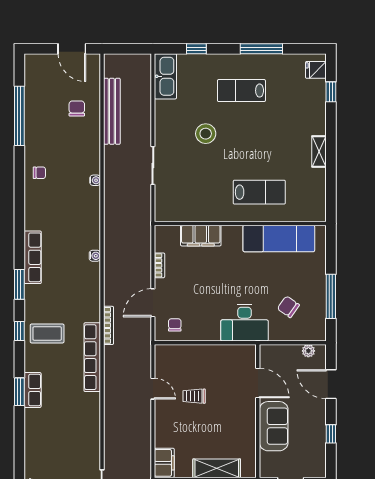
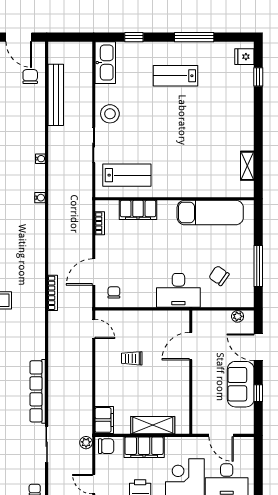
chair: (77, 108) -> (30, 77), moved
stool: (206, 134) -> (110, 114), moved
shelving: (319, 151) -> (247, 166), moved
lab bench: (259, 192) -> (127, 175), moved
water cooler: (95, 256) -> (40, 198), moved
bookcase: (160, 265) -> (100, 223), moved
row of seats: (92, 357) -> (38, 391), moved
door: (258, 383) -> (191, 346), swing flipped
door: (153, 389) -> (94, 329), moved
sofa: (274, 426) -> (241, 384), moved, turned 180

